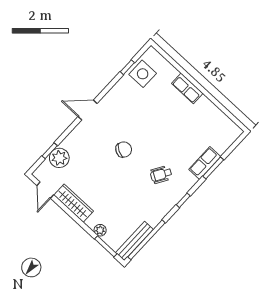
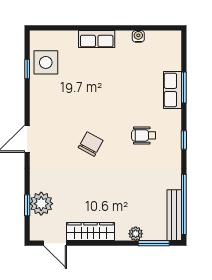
water cooler: (214, 111) -> (138, 36), added
wheelchair: (161, 174) -> (144, 135), turned 59

